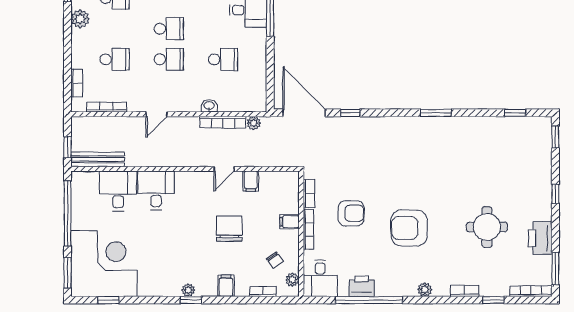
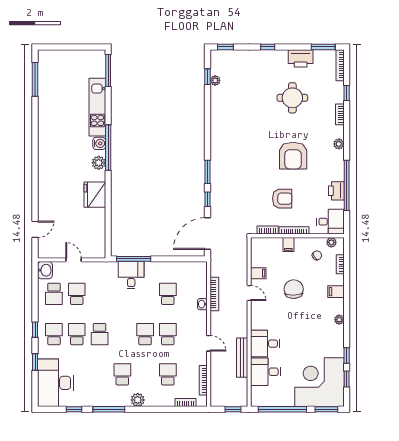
window: (436, 113) -> (208, 172), moved
plant: (254, 123) -> (215, 80), moved
bench: (98, 159) -> (242, 358), moved
armchair: (351, 213) -> (282, 199), turned 90
chair: (229, 229) -> (294, 289), turned 88
window: (191, 300) -> (347, 356), moved

